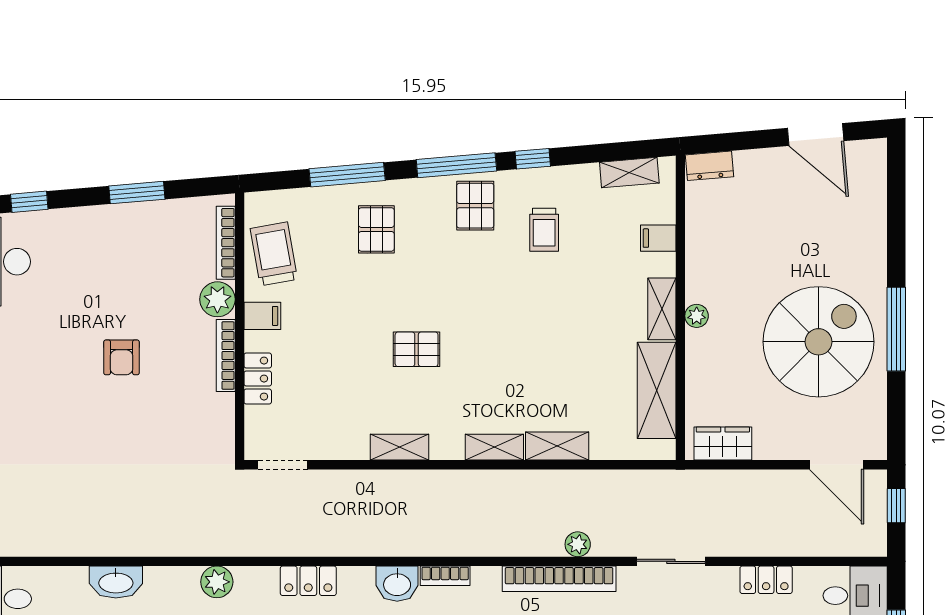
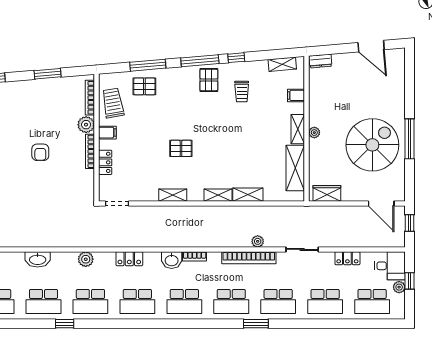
pallet: (376, 229) -> (144, 86), moved, turned 90

